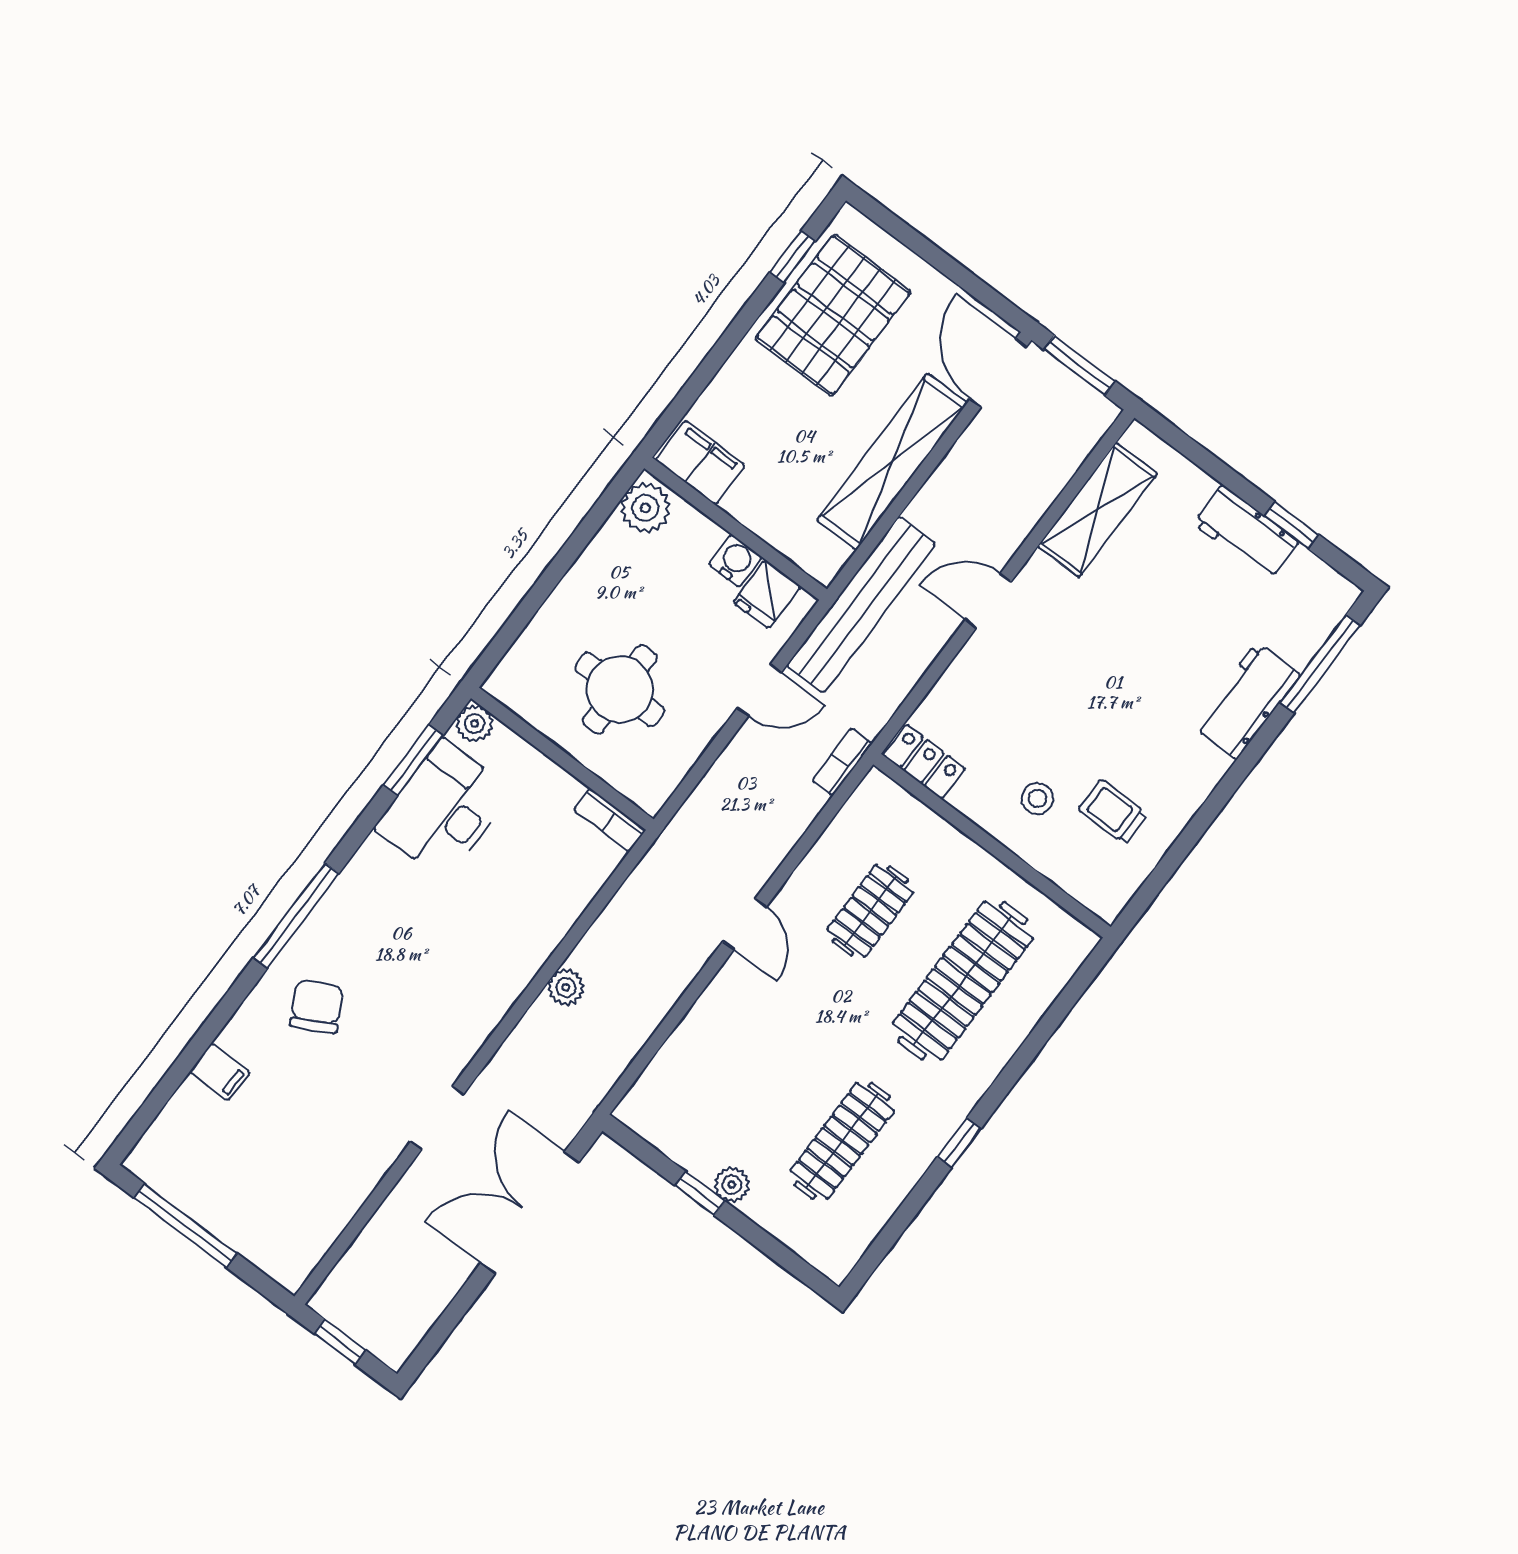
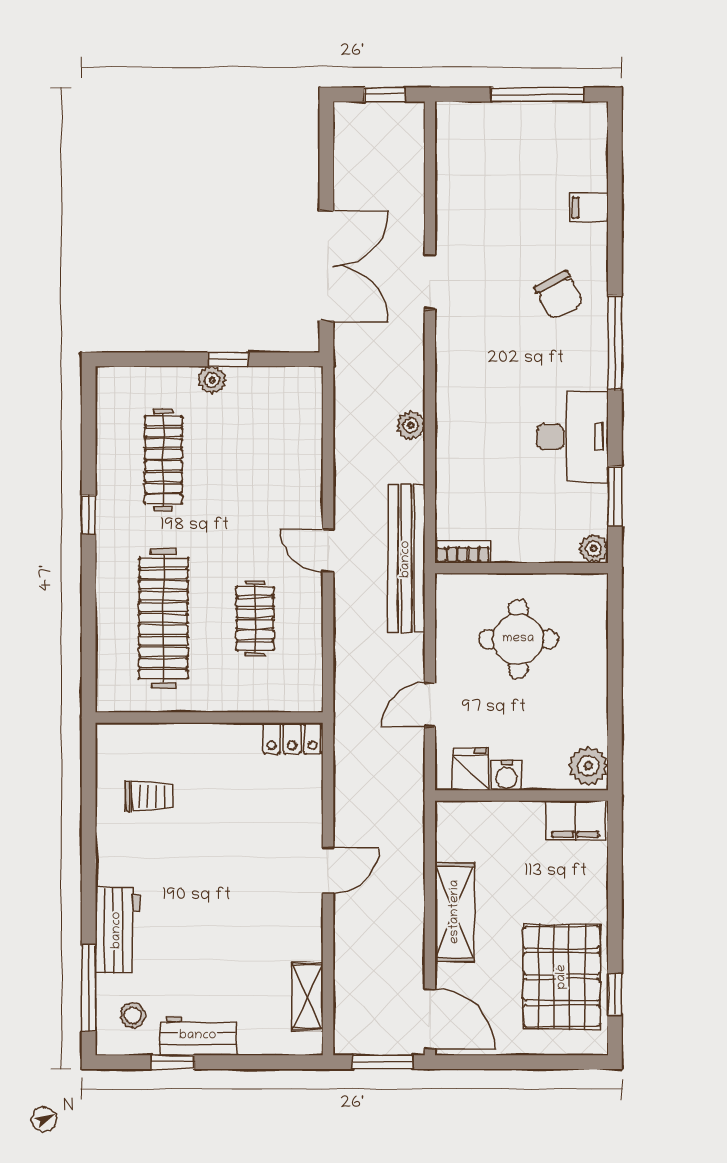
shelving: (892, 462) -> (455, 912), width x0.68
shelving: (1097, 510) -> (307, 997), width x0.67, depth x0.75
bench: (861, 605) -> (406, 559), moved
bookcase: (842, 762) -> (344, 699), removed
stool: (1037, 799) -> (133, 1015), moved
desk: (444, 809) -> (572, 437), moved

